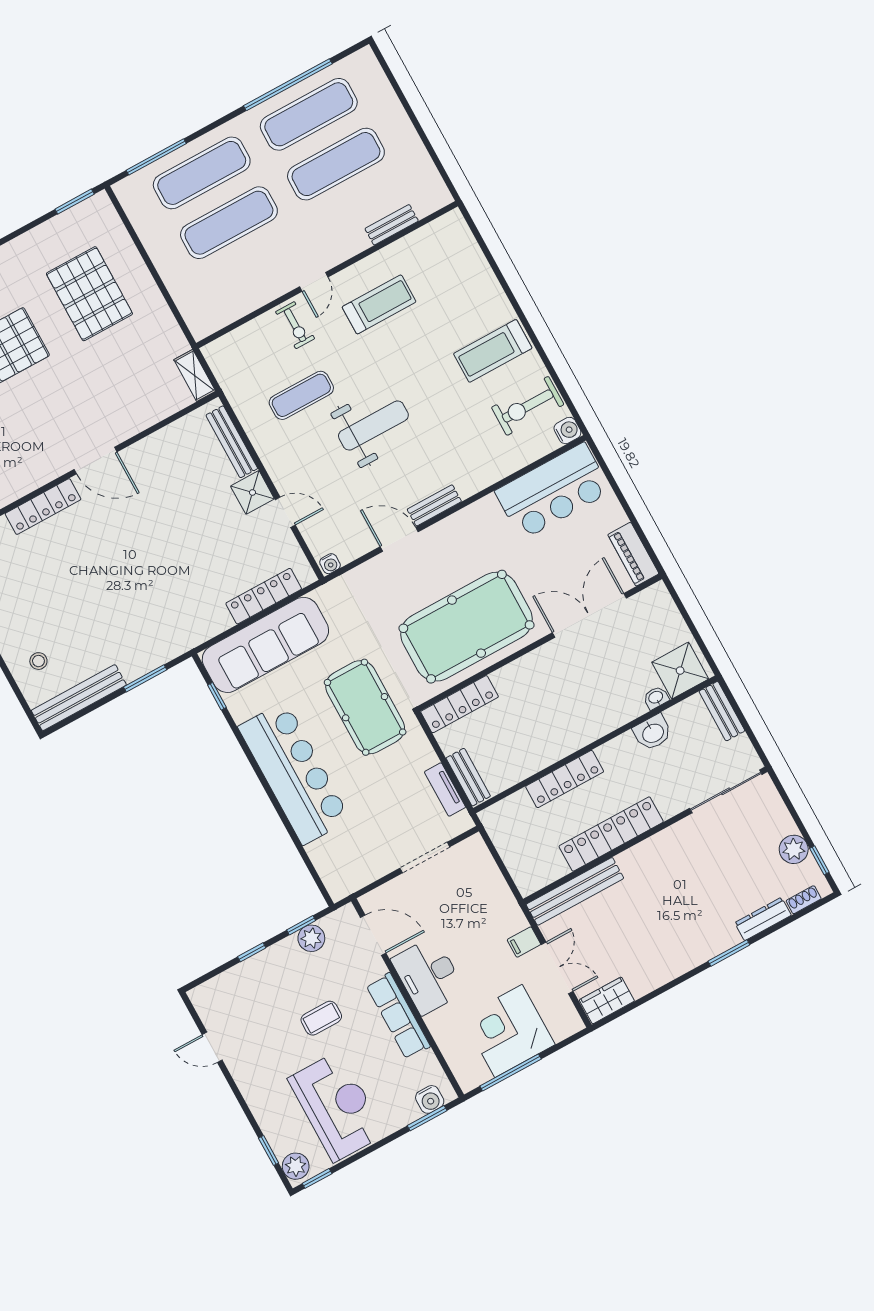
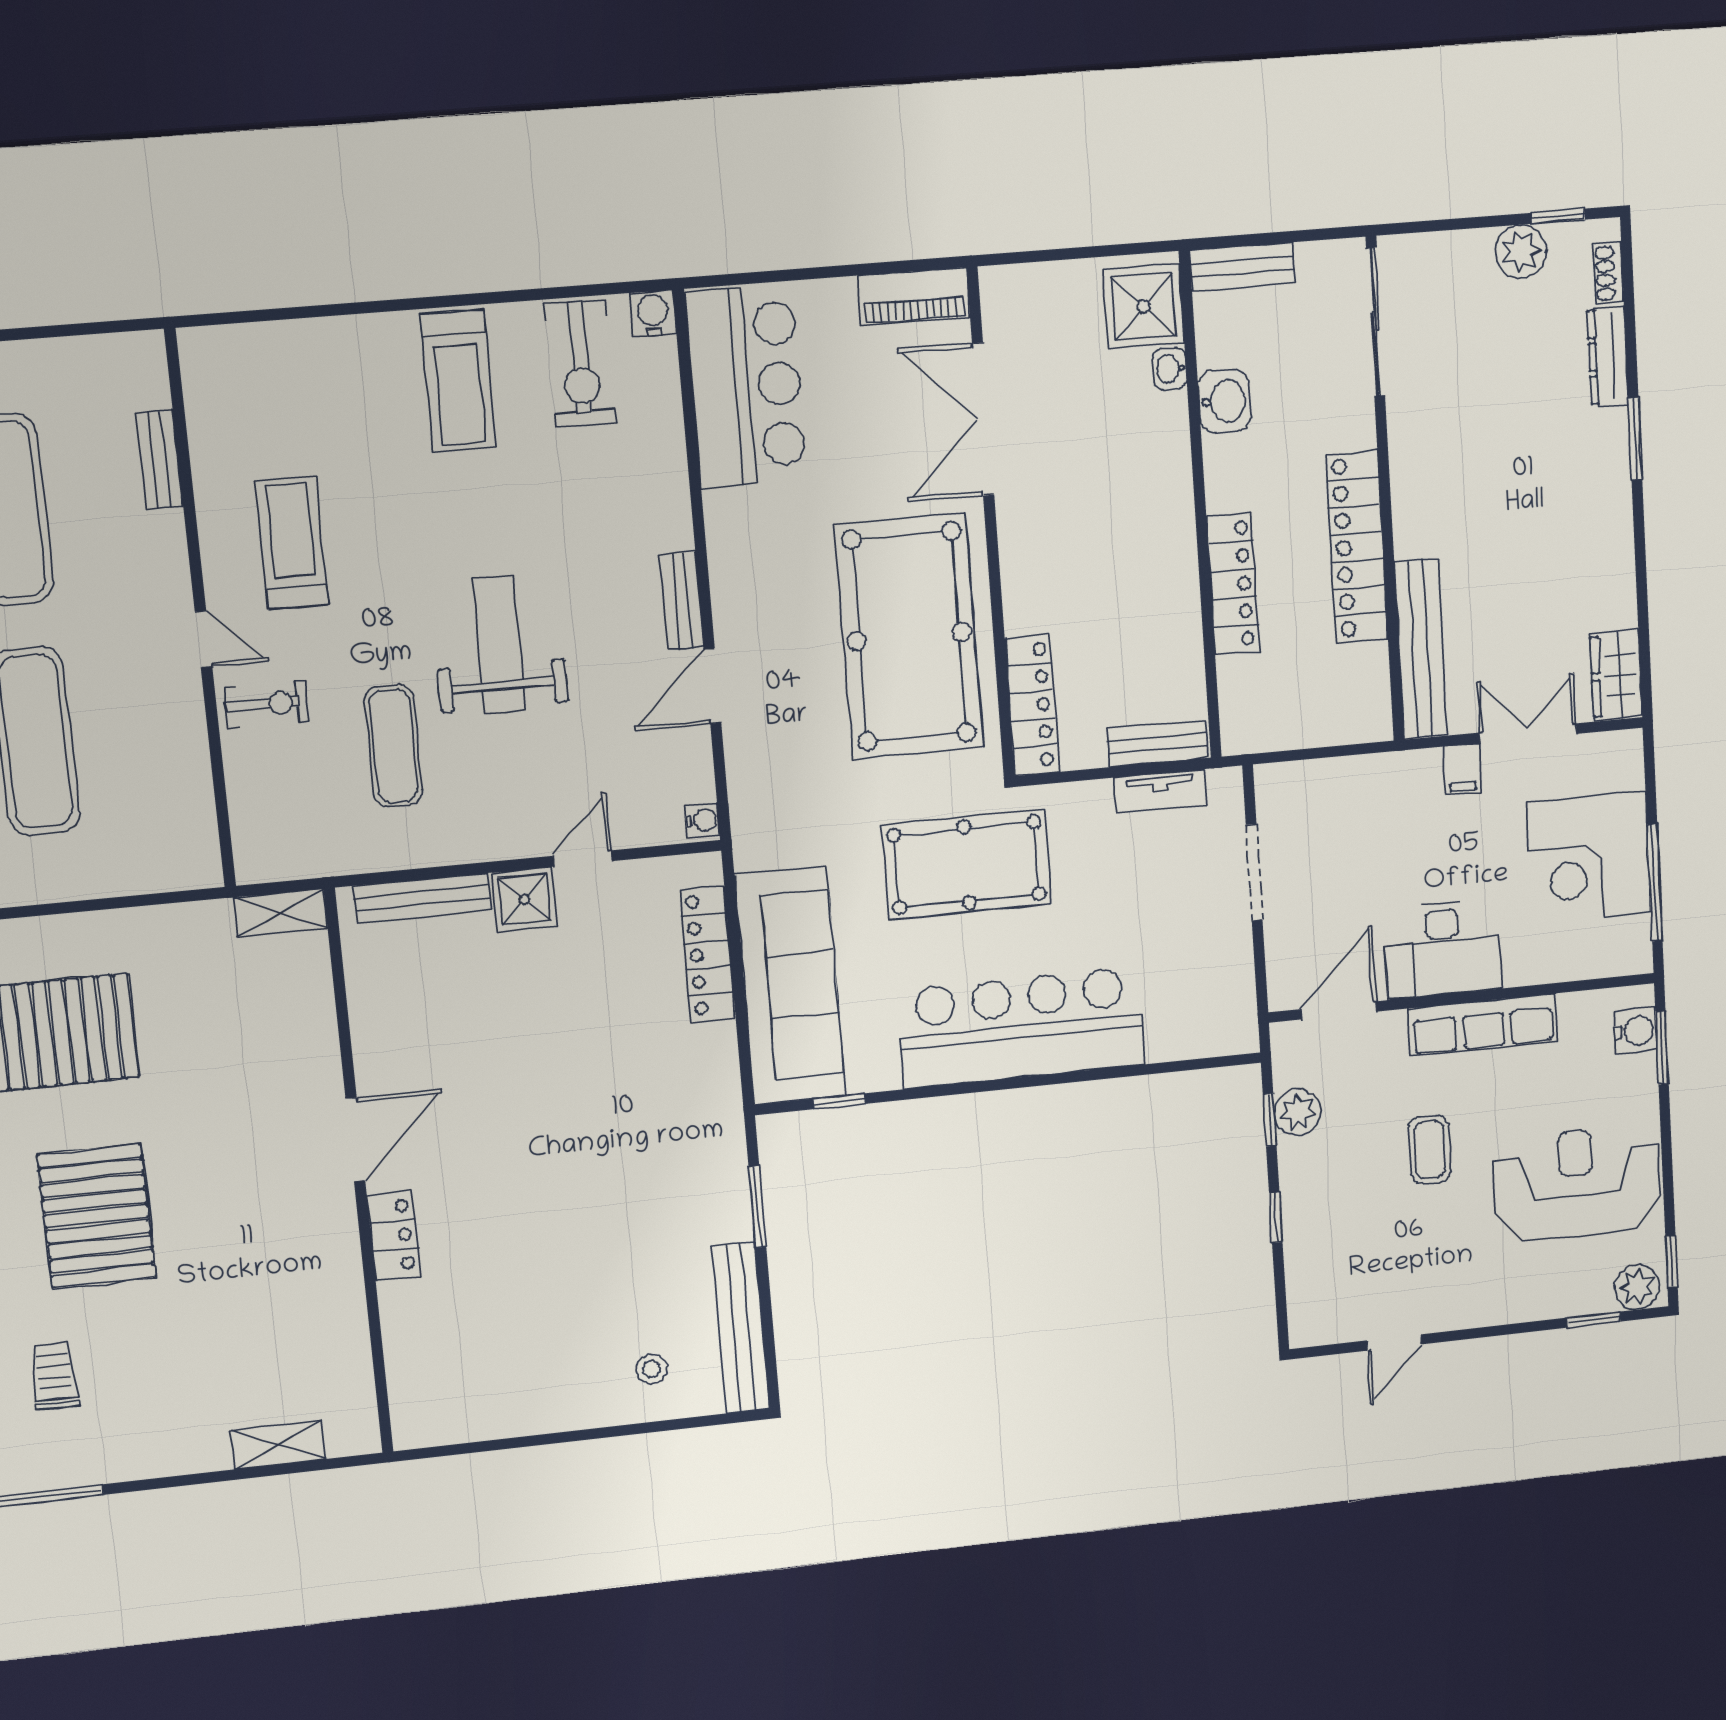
locker: (43, 507) -> (394, 1236), width x0.66

